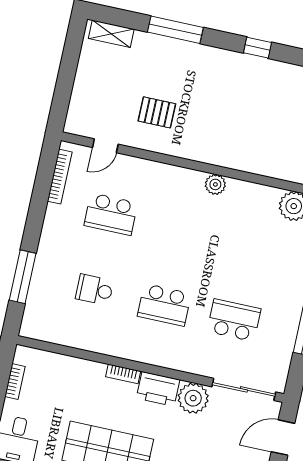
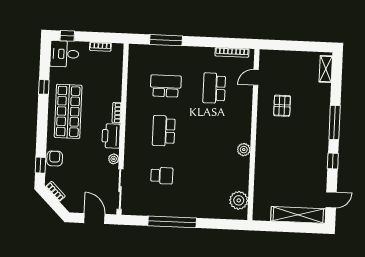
window: (175, 30) -> (335, 122), moved
door: (105, 146) -> (256, 77), hinge flipped
school desk: (94, 290) -> (166, 86), width x1.85
school desk: (234, 320) -> (162, 176), width x0.54
plant: (193, 398) -> (114, 159), width x0.53, depth x0.53

